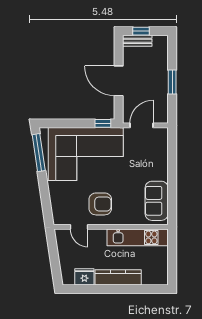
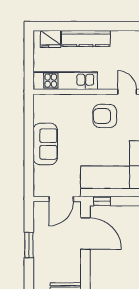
door: (119, 81) -> (85, 233), moved
sofa: (157, 201) -> (45, 144), moved
fridge: (84, 277) -> (50, 39), moved

